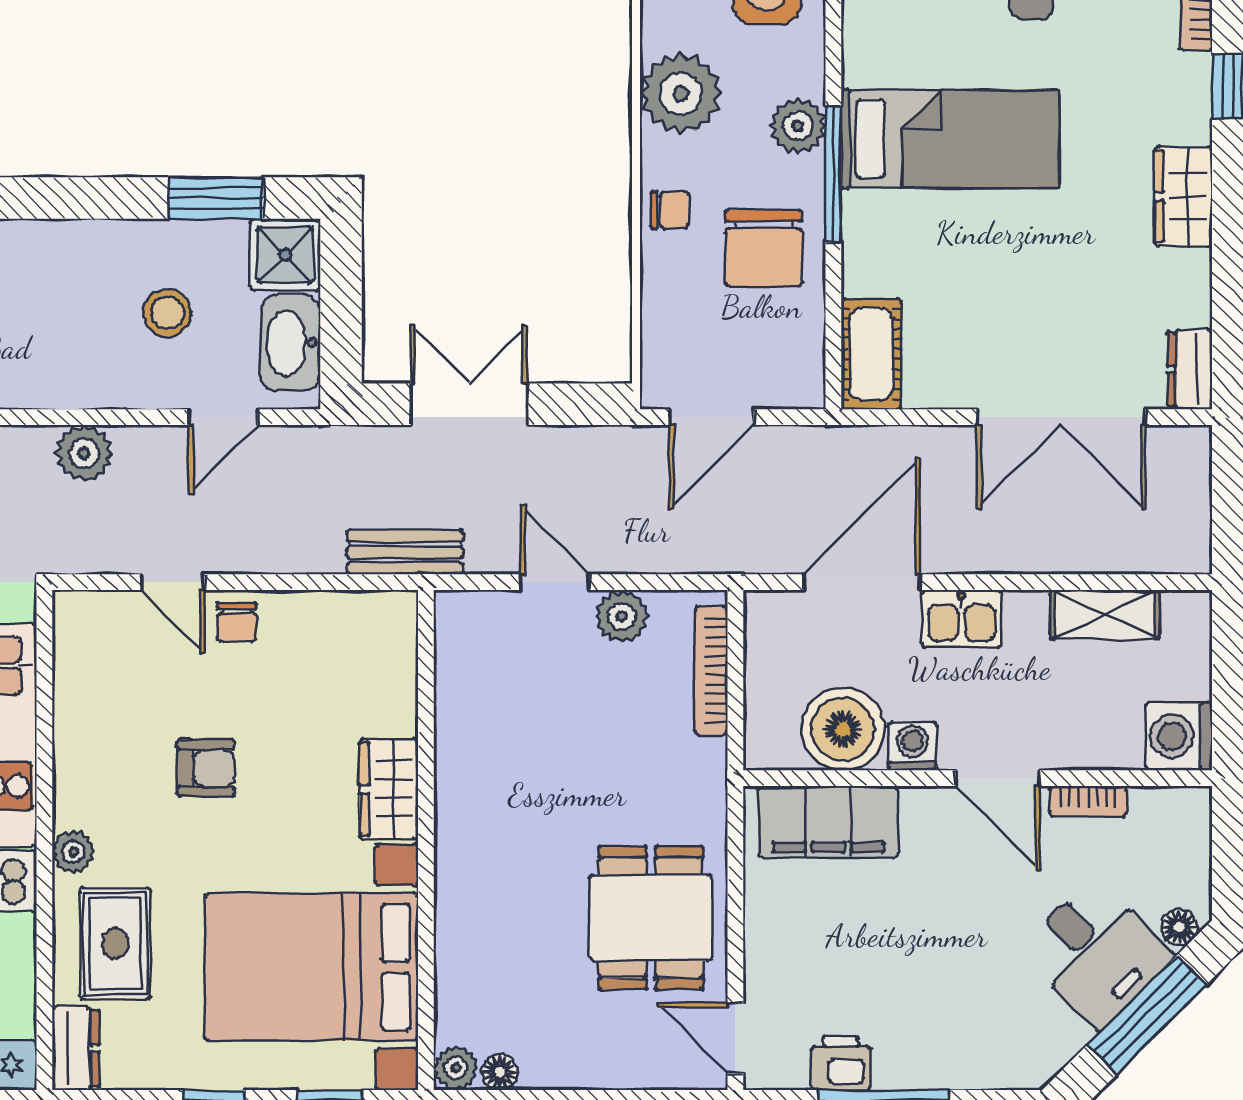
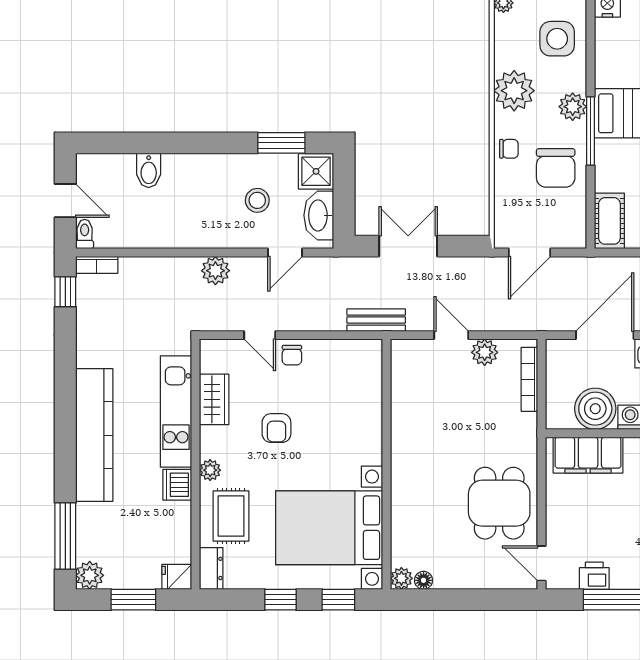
armchair: (206, 768) -> (276, 428), turned 90
wardrobe: (389, 789) -> (214, 399), moved, turned 180

